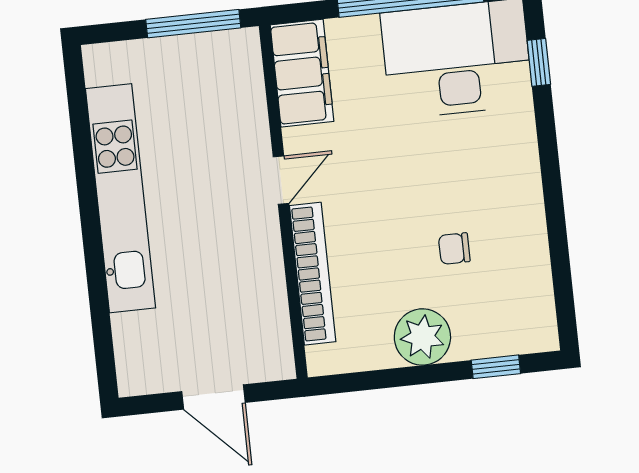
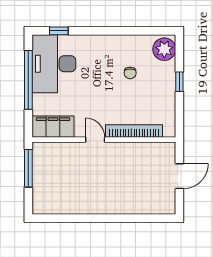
kitchen unit: (121, 198) -> (96, 205), removed
plant: (422, 337) -> (164, 49), moved
window: (496, 367) -> (179, 82), moved

